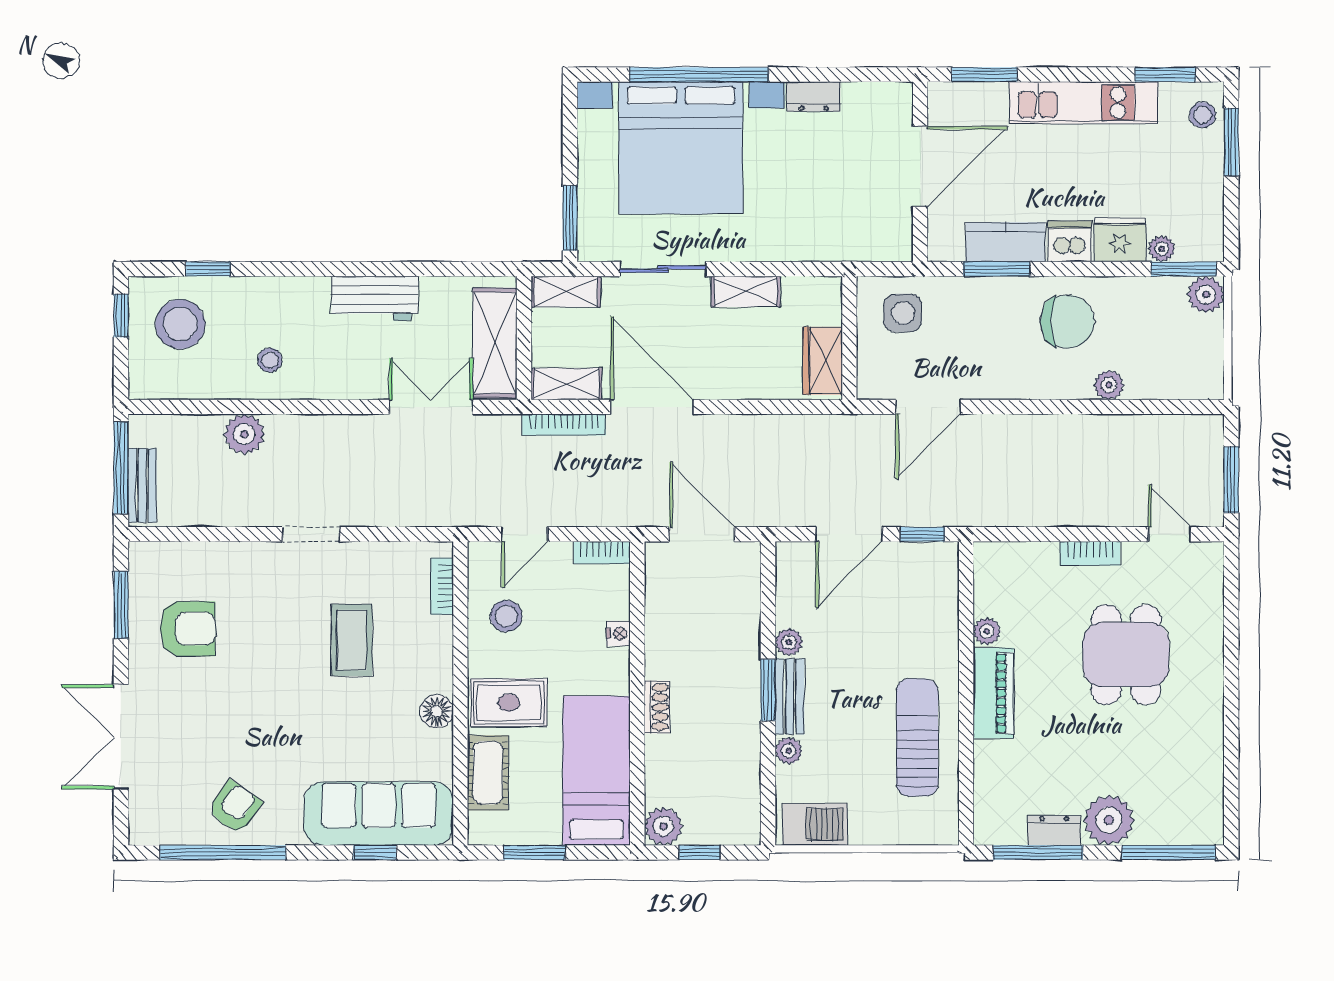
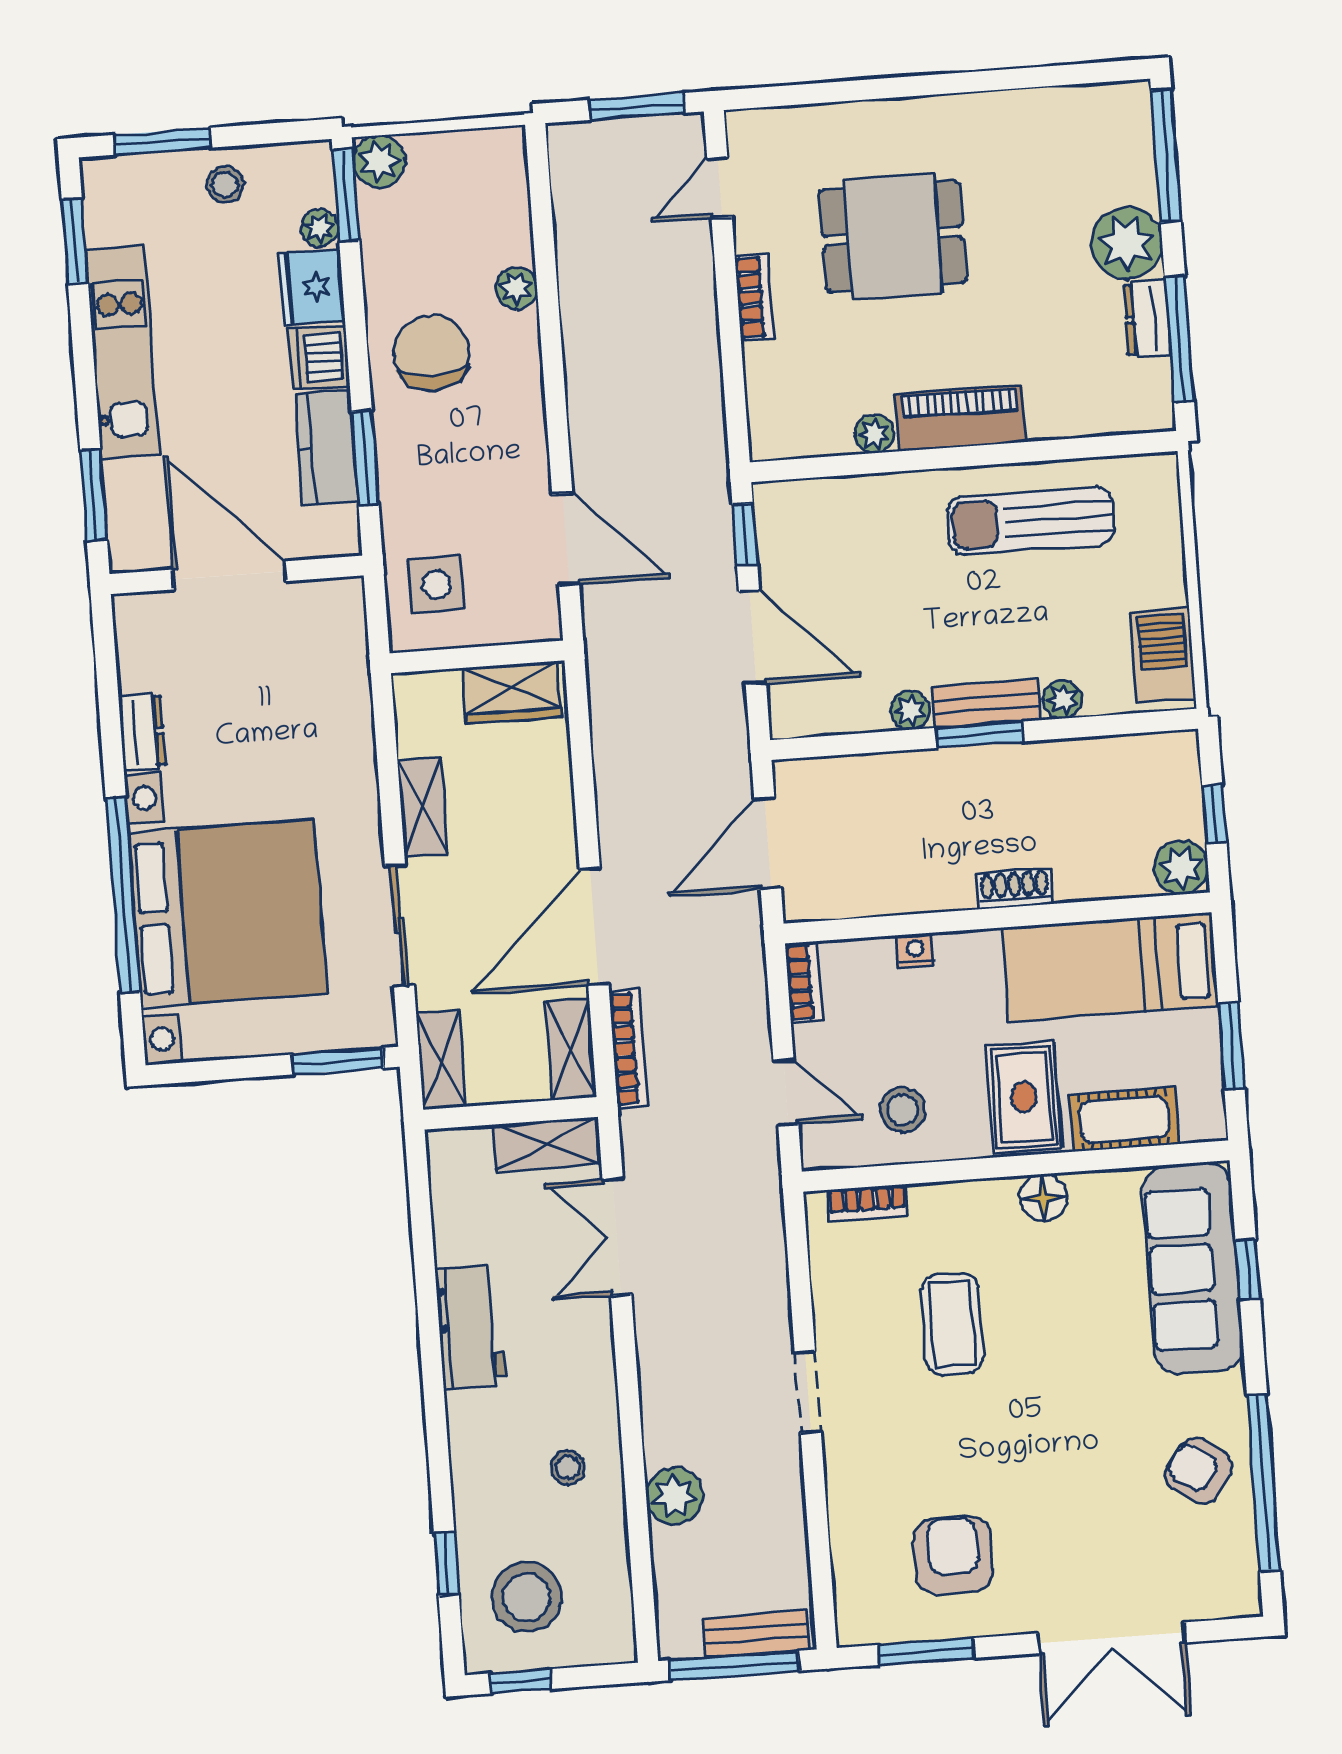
stool: (1202, 115) -> (225, 185), moved
shelving: (495, 343) -> (546, 1144), width x0.67, depth x0.75
coffee table: (352, 640) -> (952, 1324), turned 90

